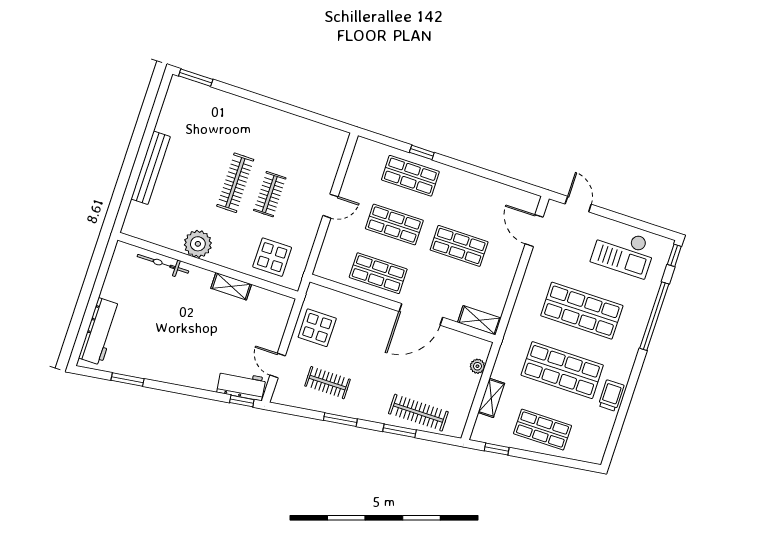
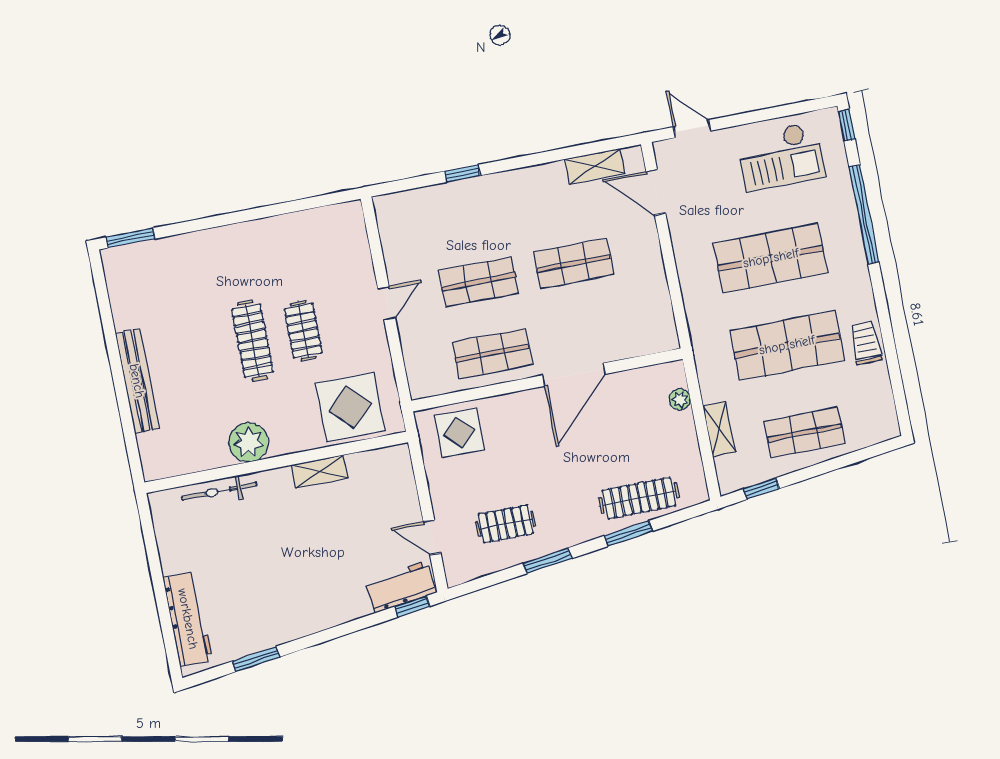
shop shelf: (410, 176) -> (465, 210), removed
display table: (272, 257) -> (350, 407), width x1.36, depth x1.36
shelving: (479, 320) -> (595, 166), moved
display table: (317, 328) -> (459, 433), moved

